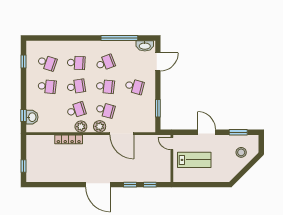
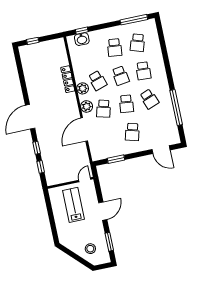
washbasin: (145, 46) -> (174, 134), removed
window: (24, 61) -> (134, 20), width x2.17
lab bench: (194, 160) -> (74, 205), turned 180

